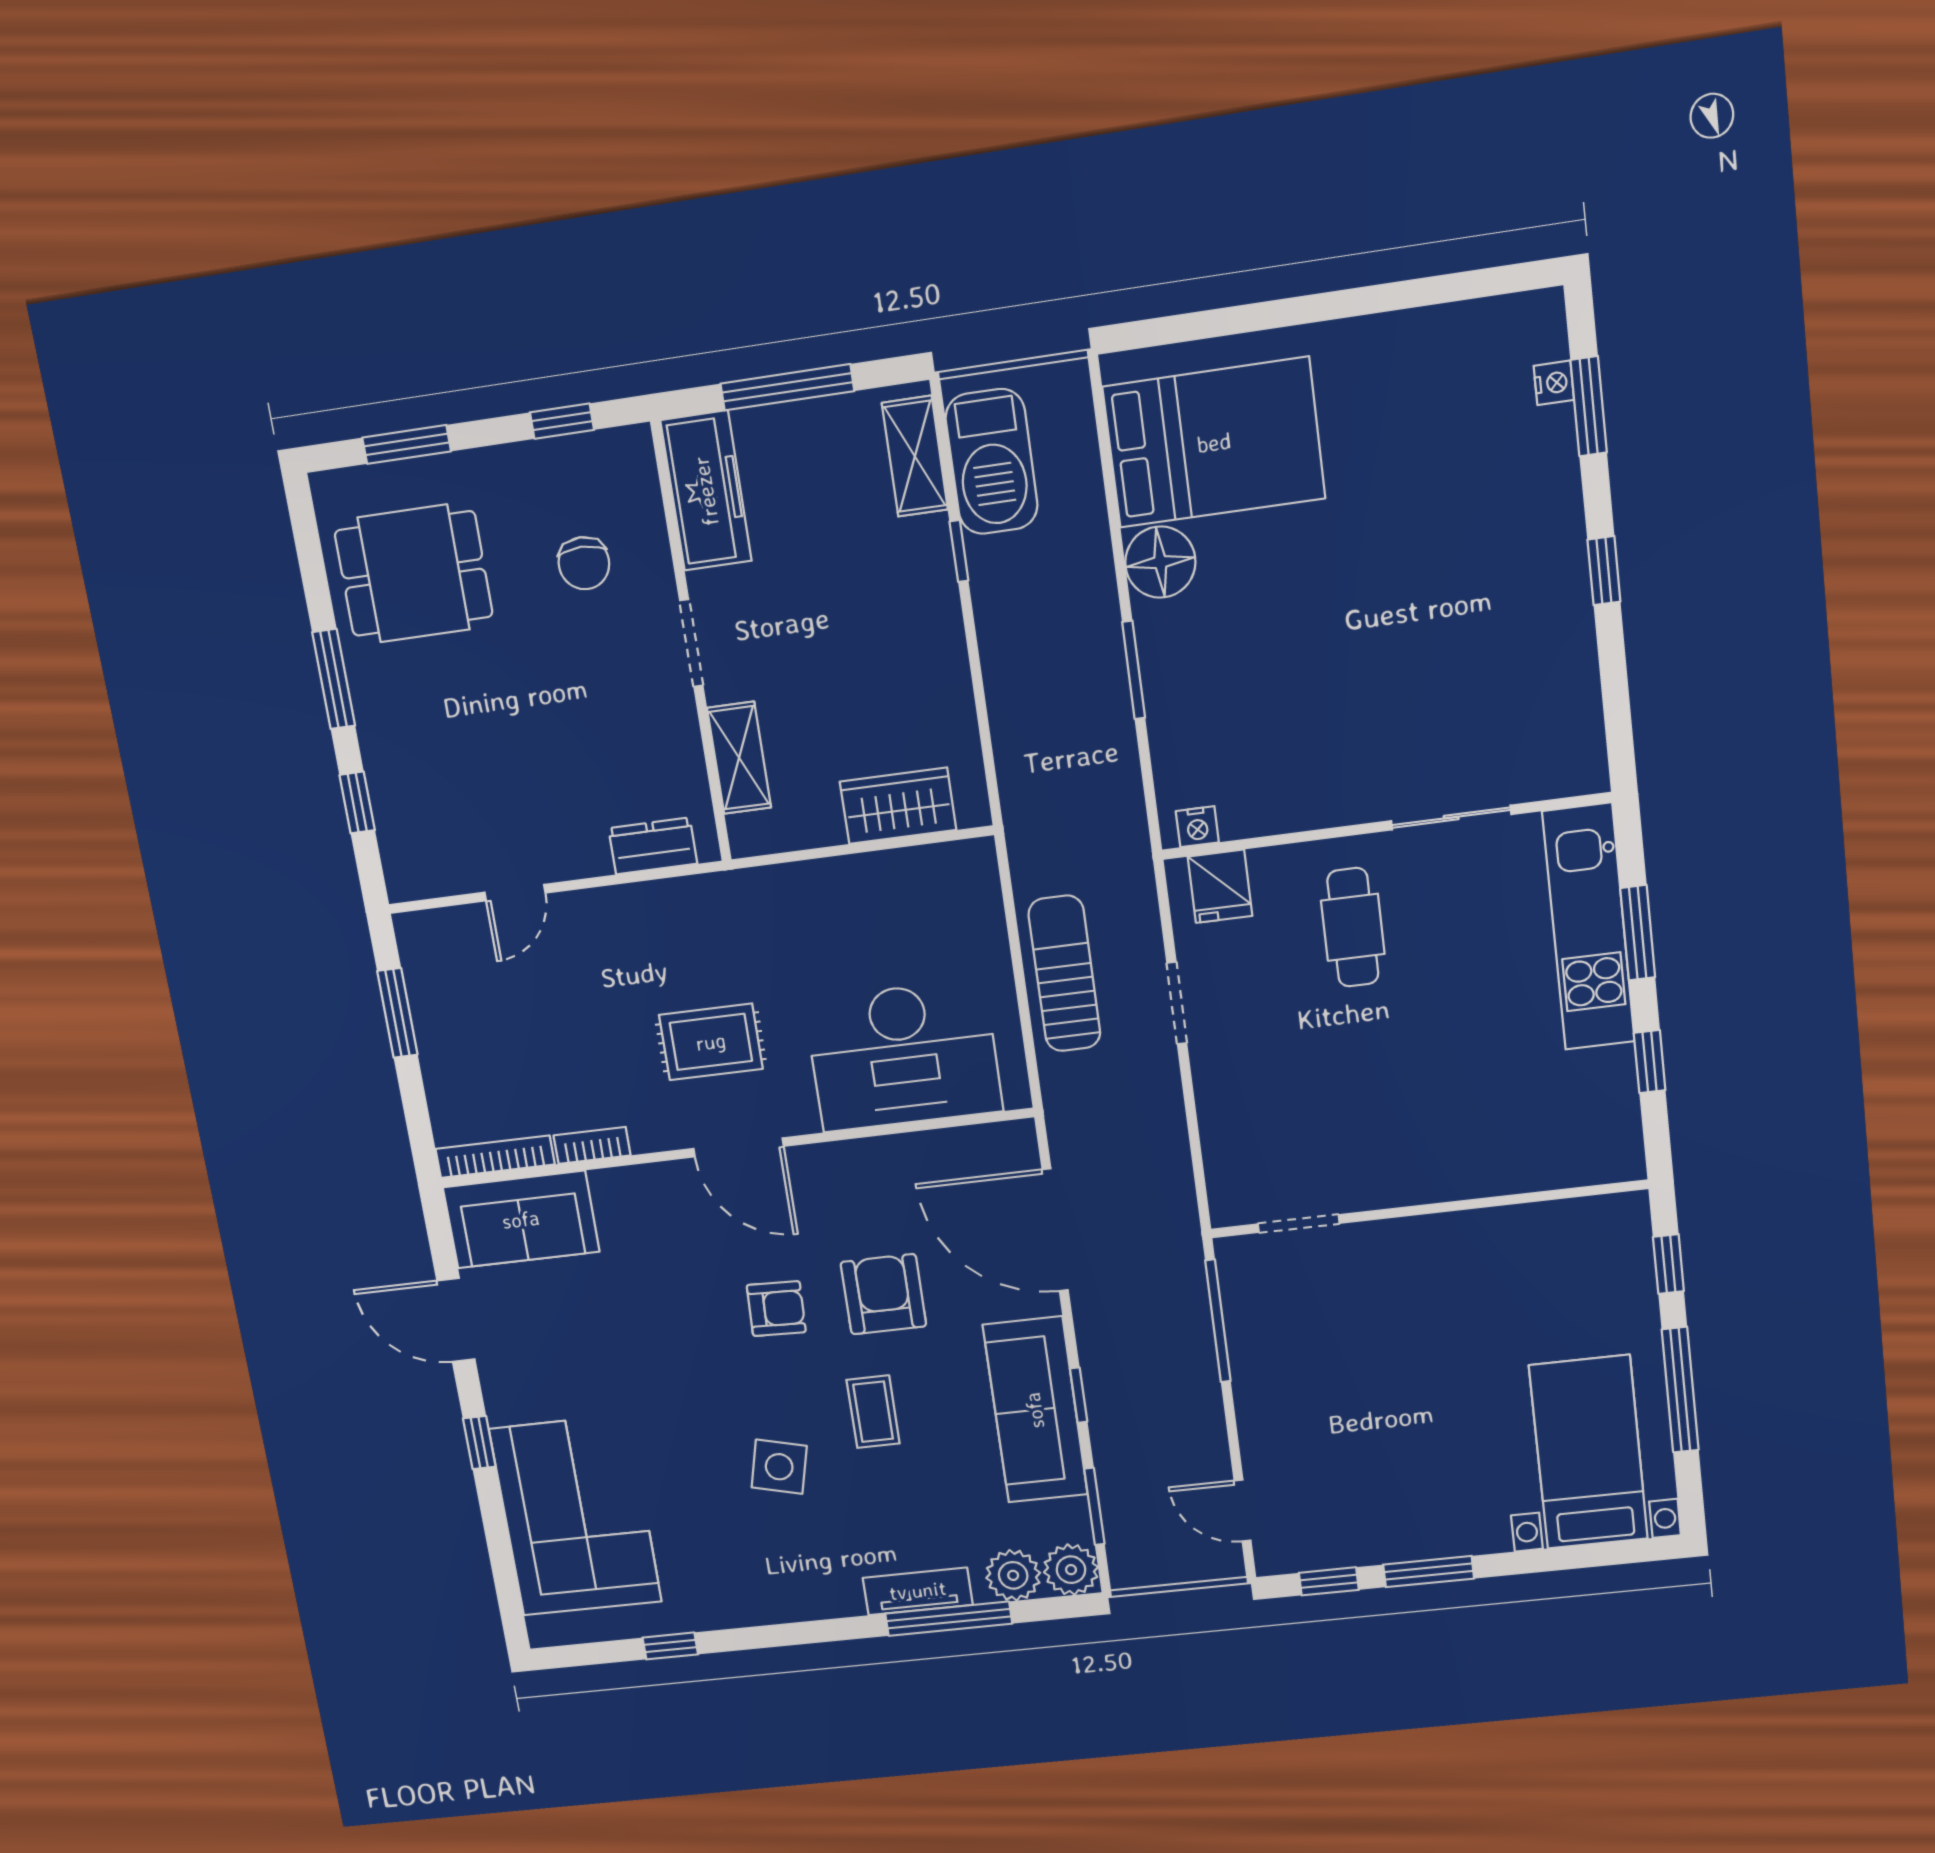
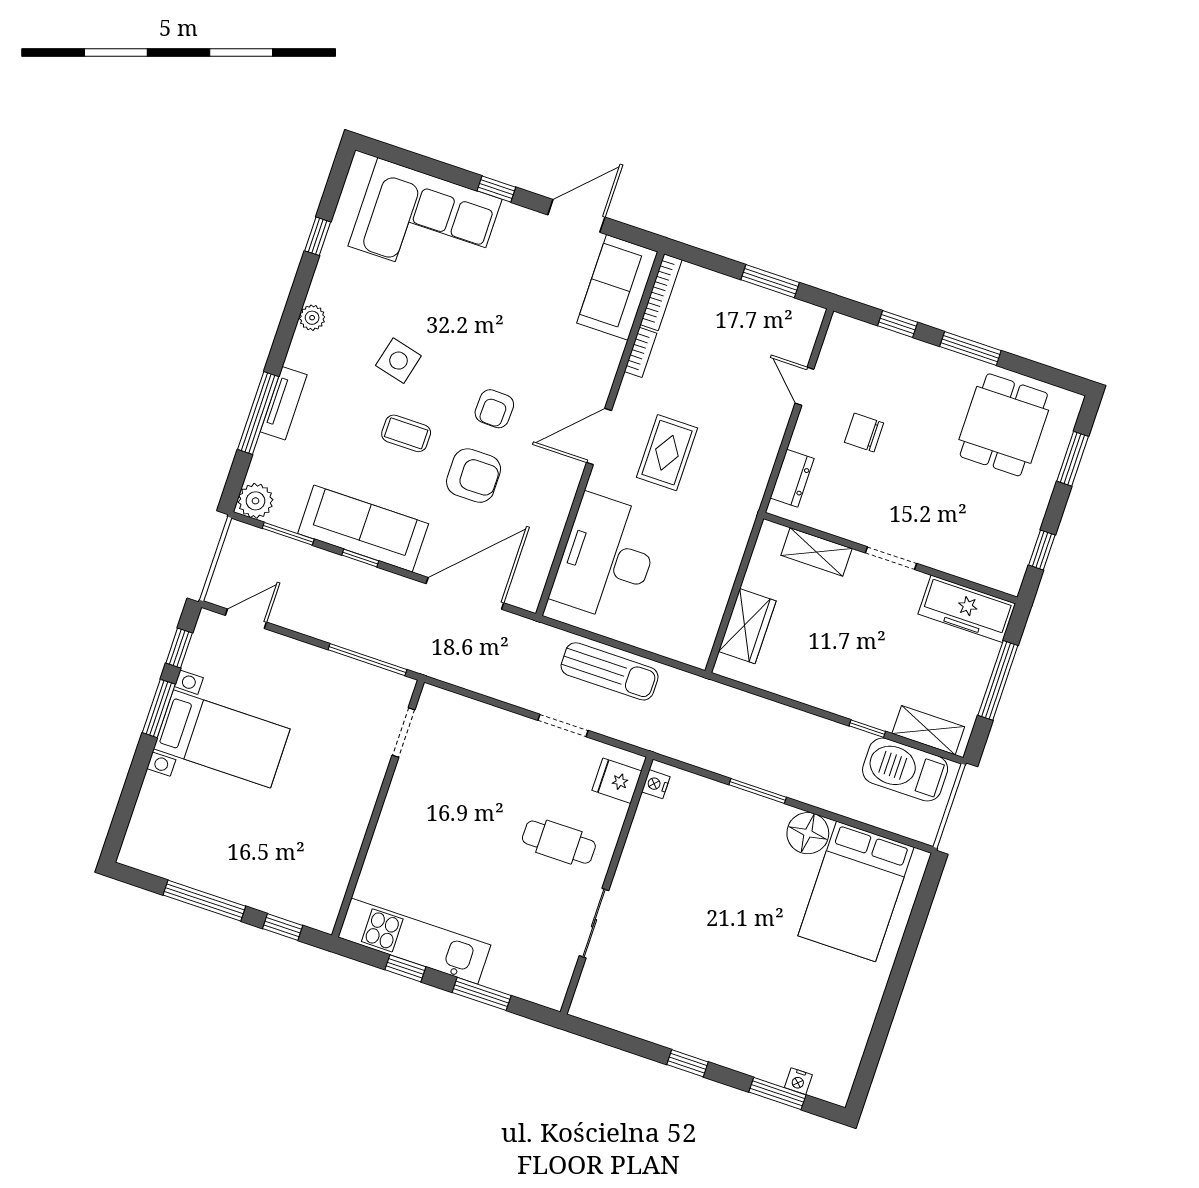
chair: (584, 563) -> (864, 433), moved
kitchen unit: (1589, 927) -> (414, 941), moved
bed with nightstands: (1588, 1452) -> (222, 739), moved
plant: (1013, 1575) -> (312, 318), moved, width x0.73, depth x0.73

